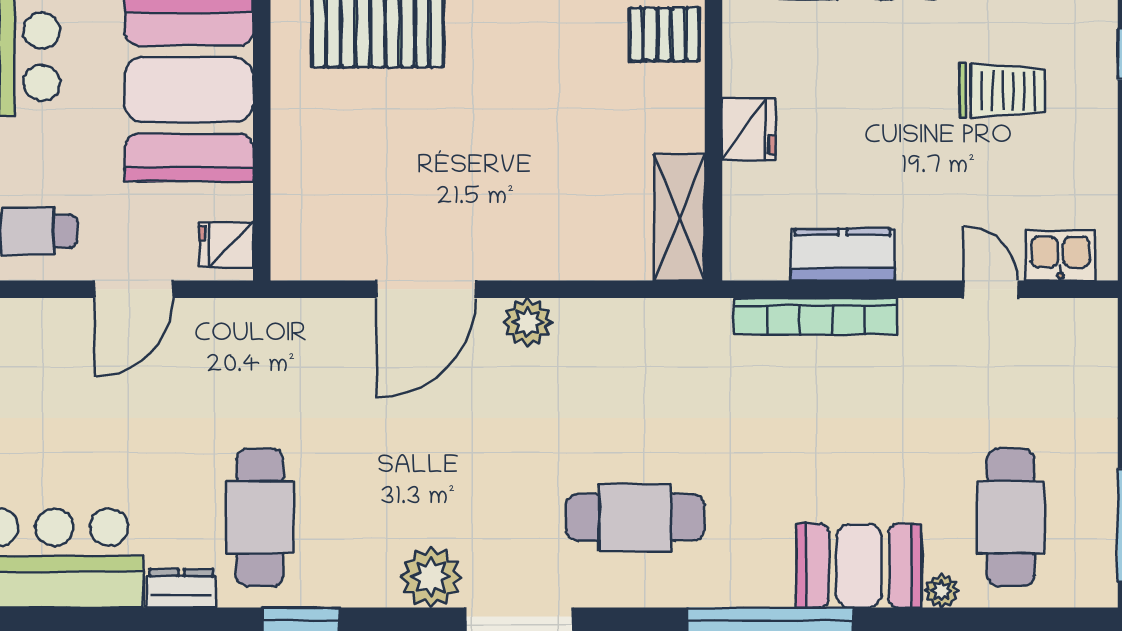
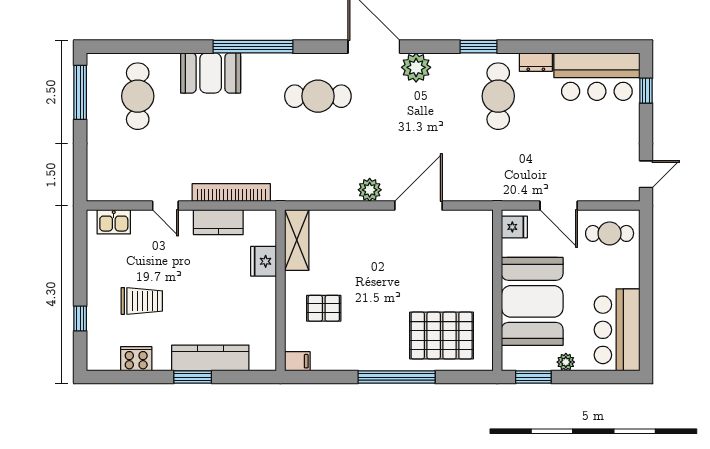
pallet: (664, 34) -> (324, 308), moved
trolley: (1002, 91) -> (142, 301), turned 180
fridge: (749, 129) -> (264, 261), moved
door: (134, 289) -> (559, 206), swing flipped
door: (991, 289) -> (165, 206), moved
plant: (942, 591) -> (171, 61), removed

